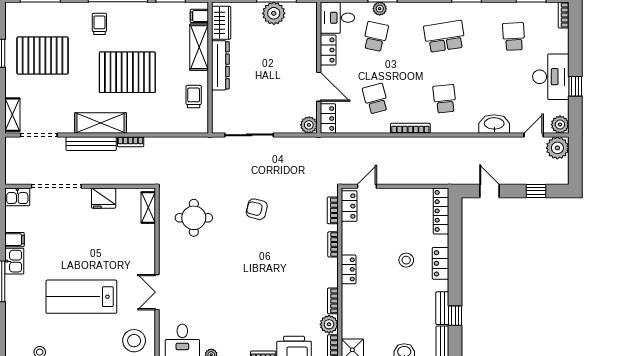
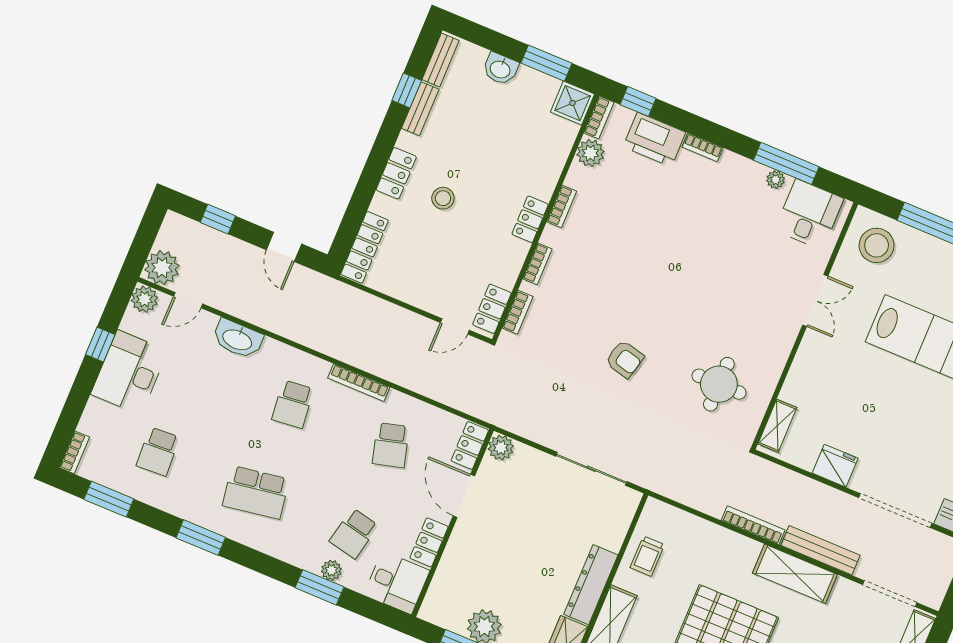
bookcase: (131, 142) -> (753, 525), width x1.56
bookcase: (333, 301) -> (562, 206), moved

